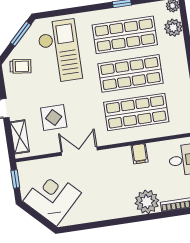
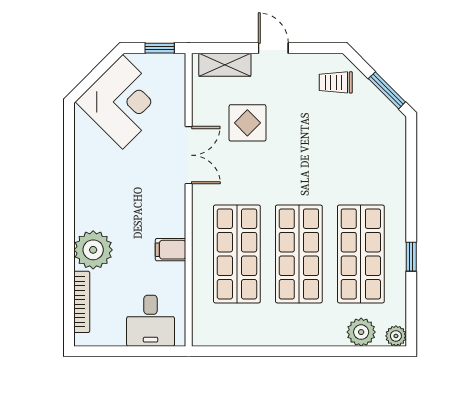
checkout: (59, 51) -> (351, 147), removed
trolley: (20, 66) -> (336, 82), turned 83

